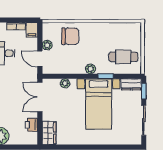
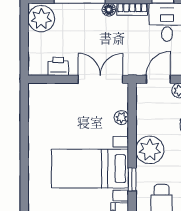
plant: (91, 69) -> (150, 150), width x1.88, depth x1.88
wardrobe: (49, 133) -> (46, 93), removed

